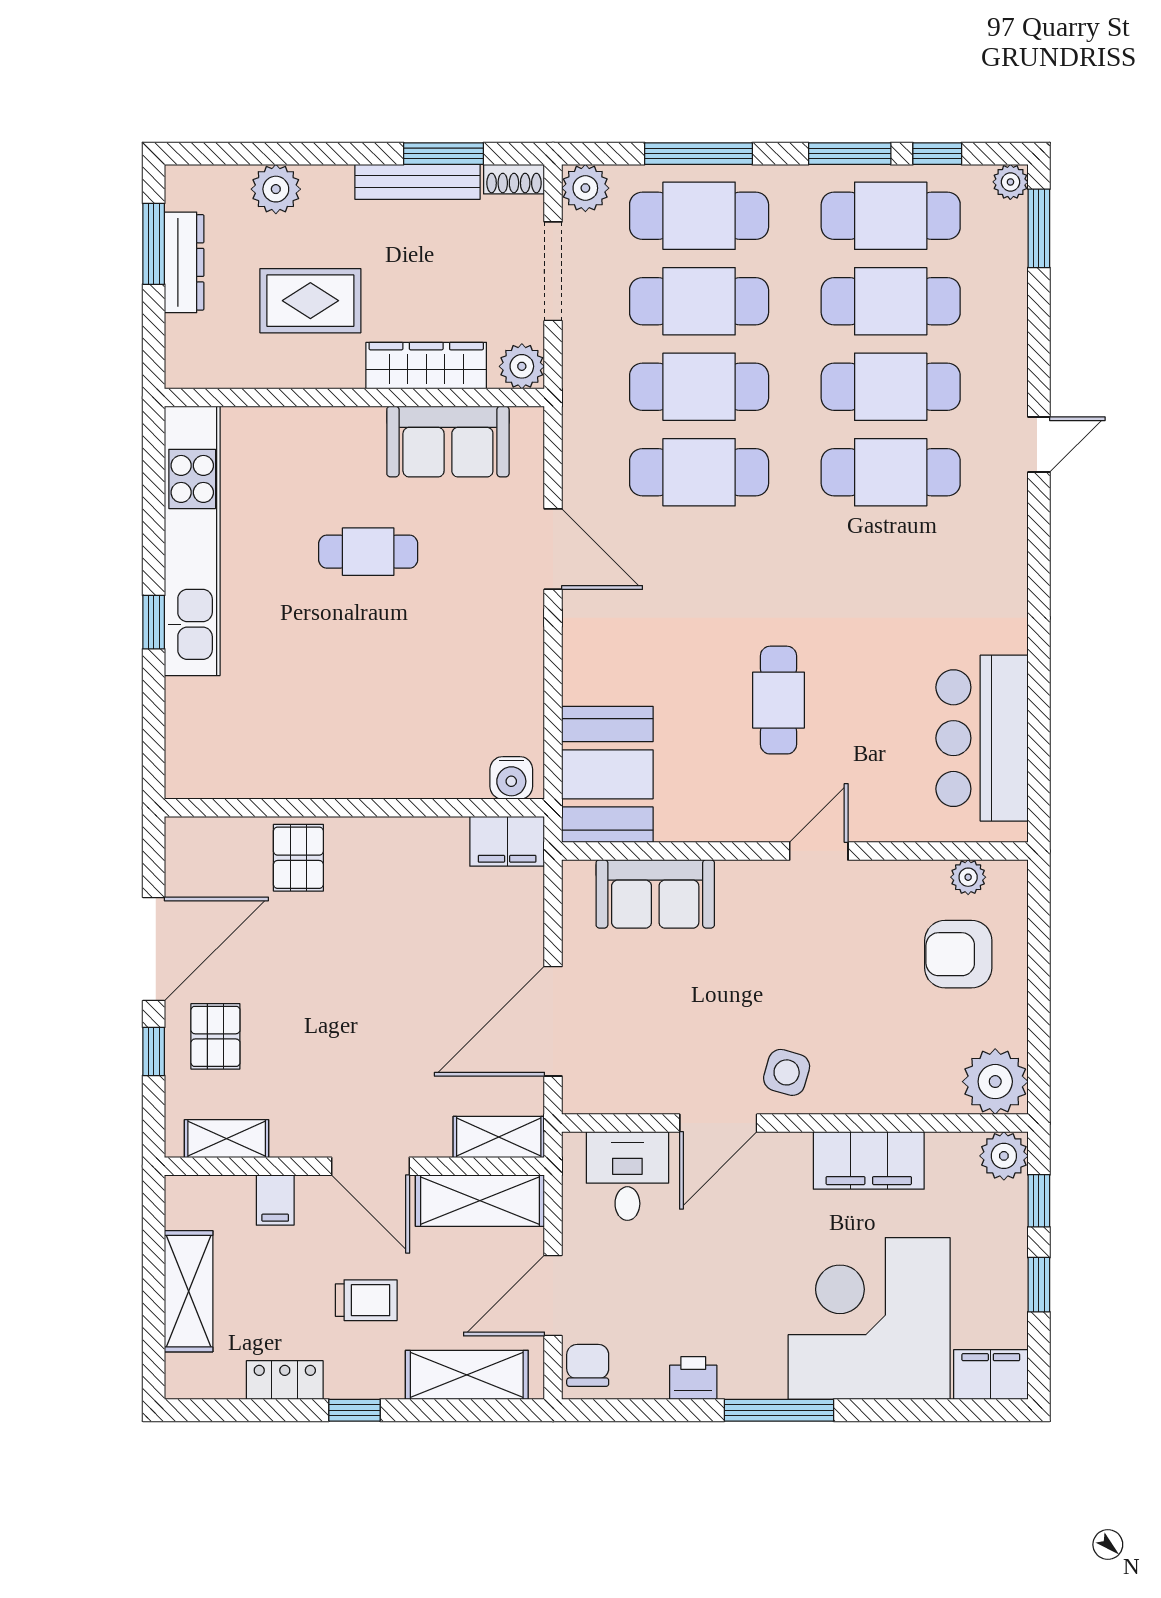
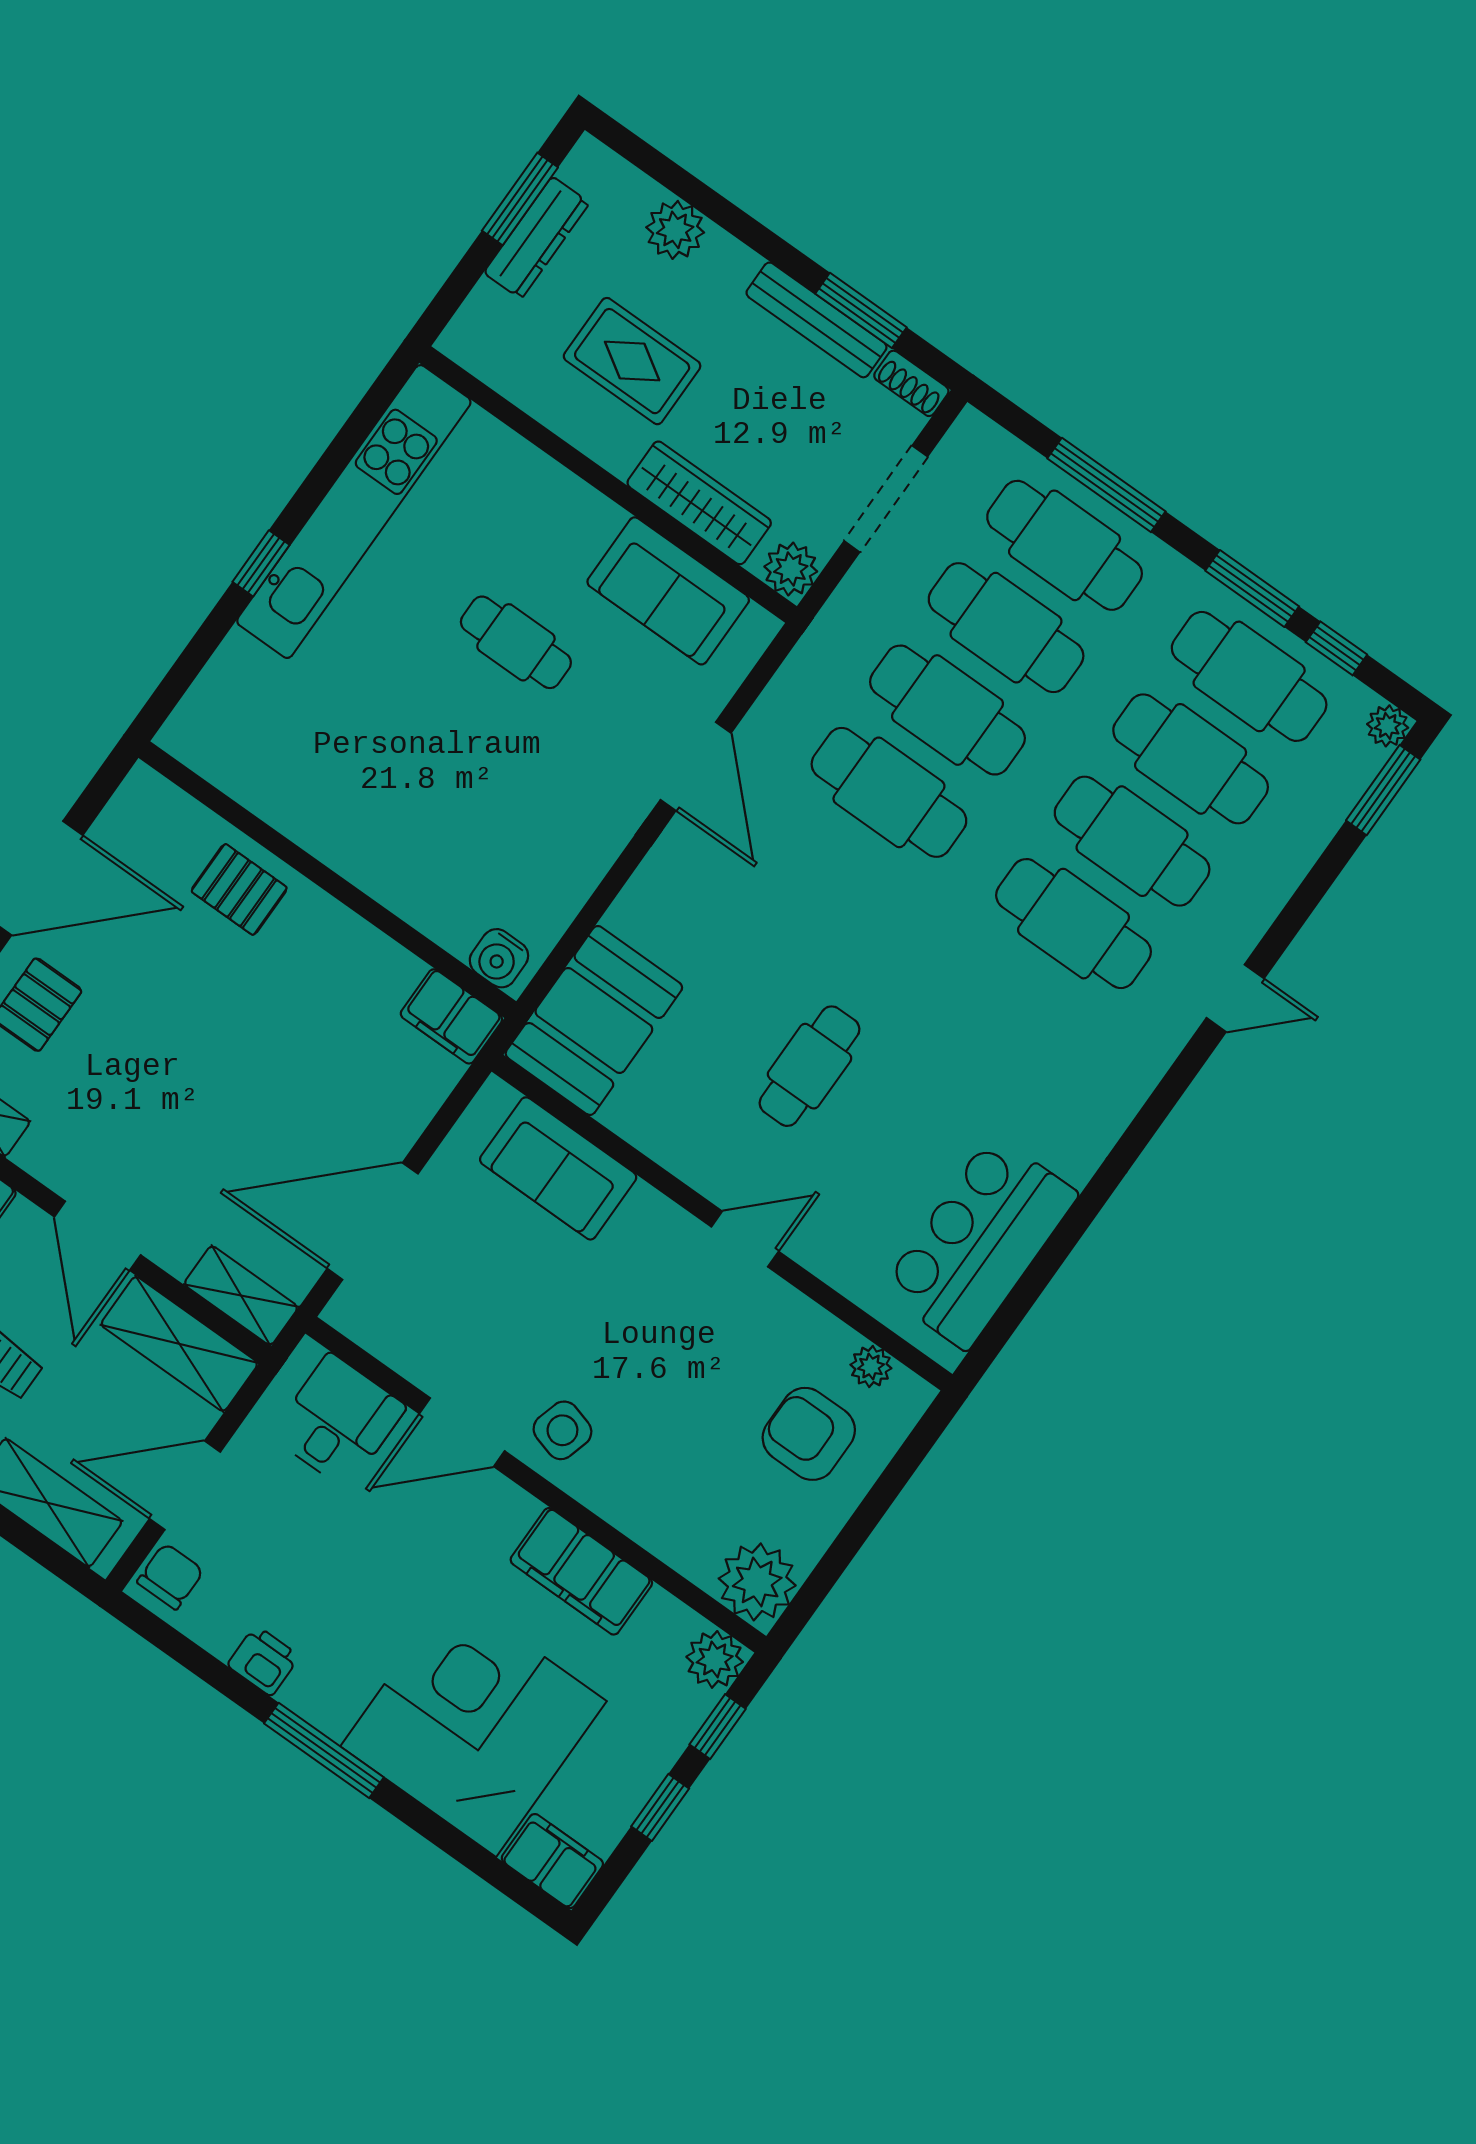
plant: (585, 188) -> (974, 441), removed
pallet: (298, 858) -> (239, 889), turned 90

